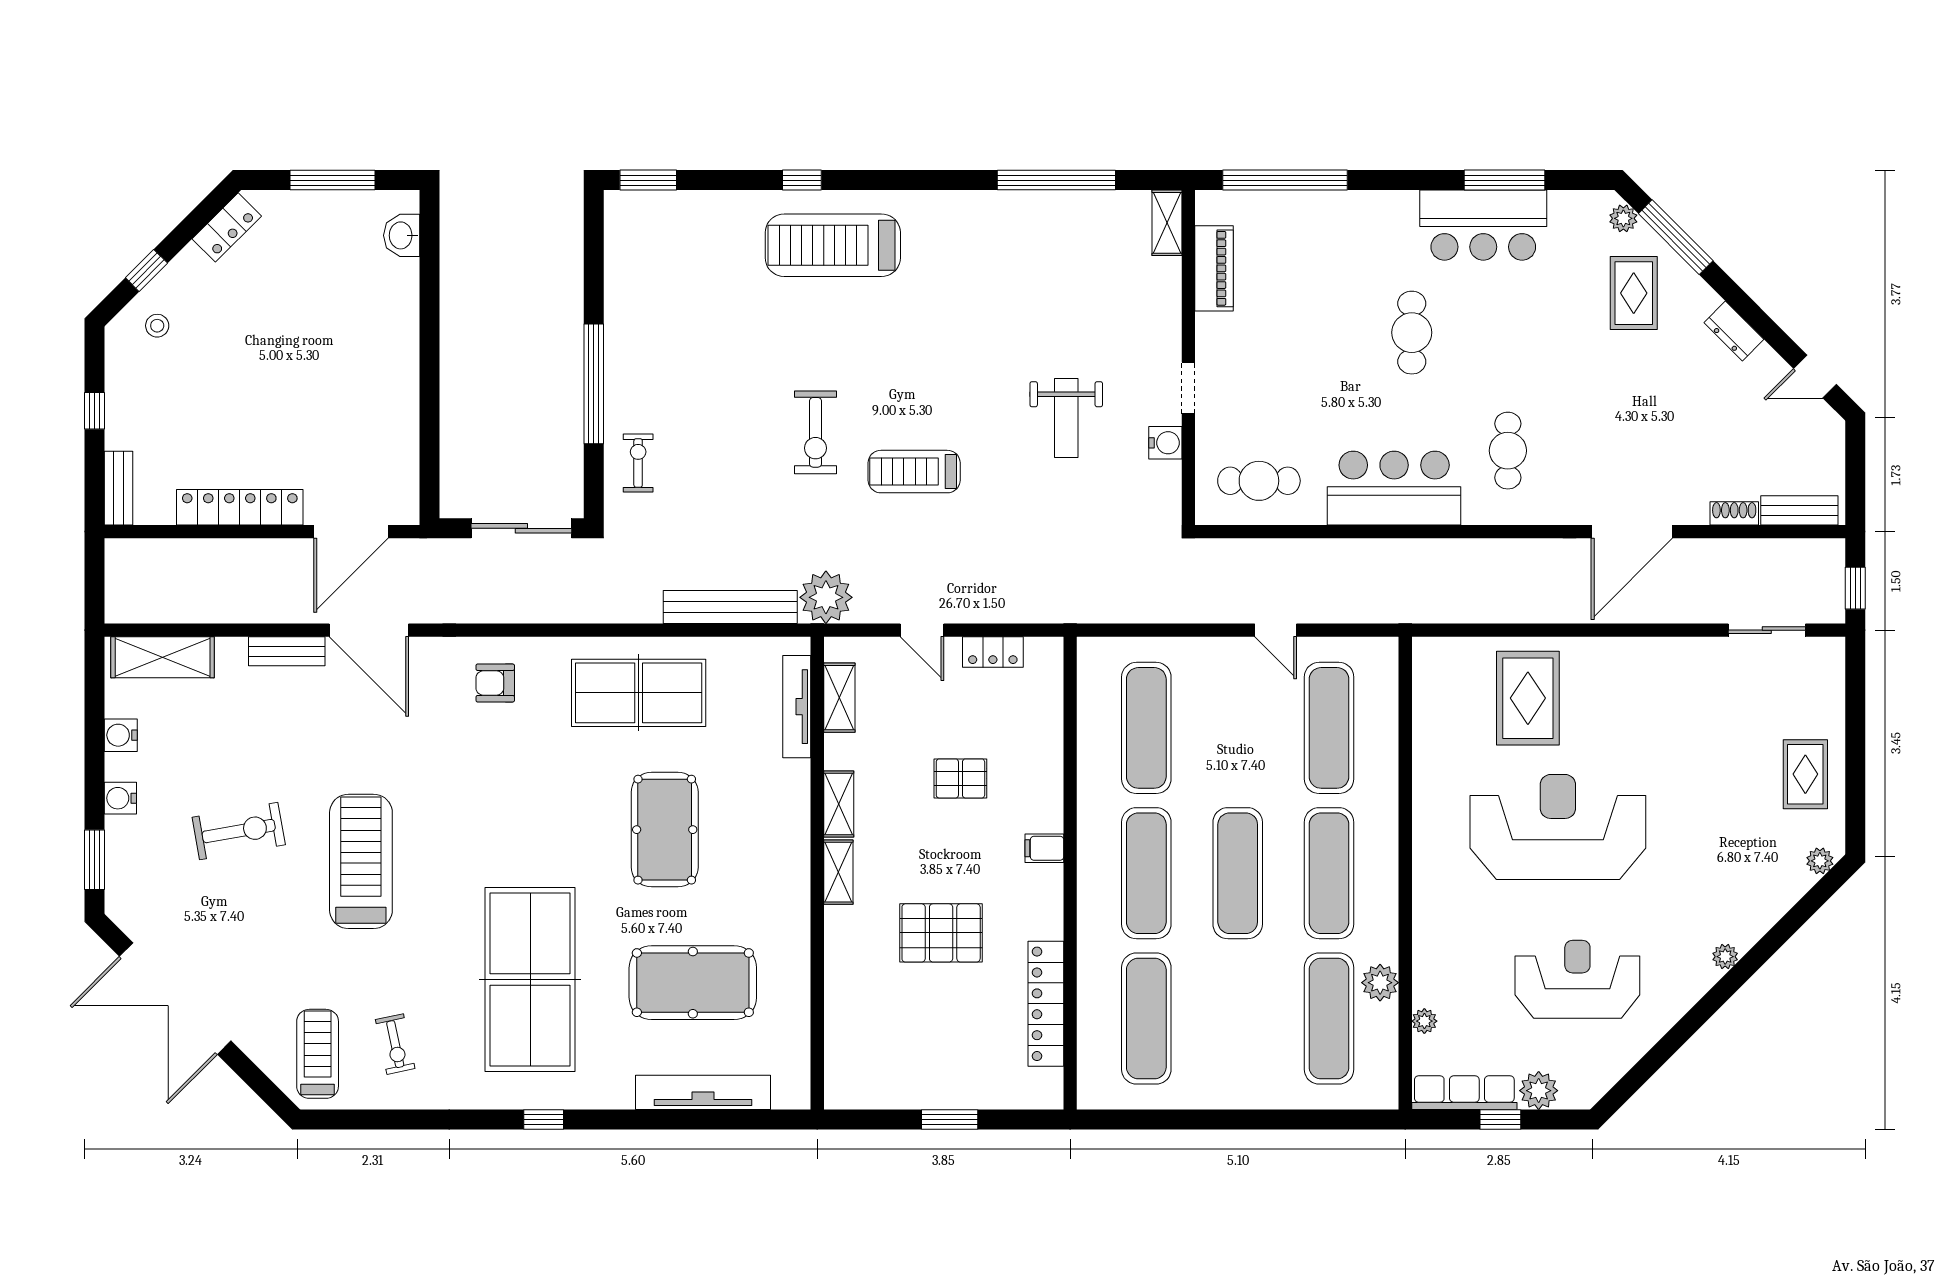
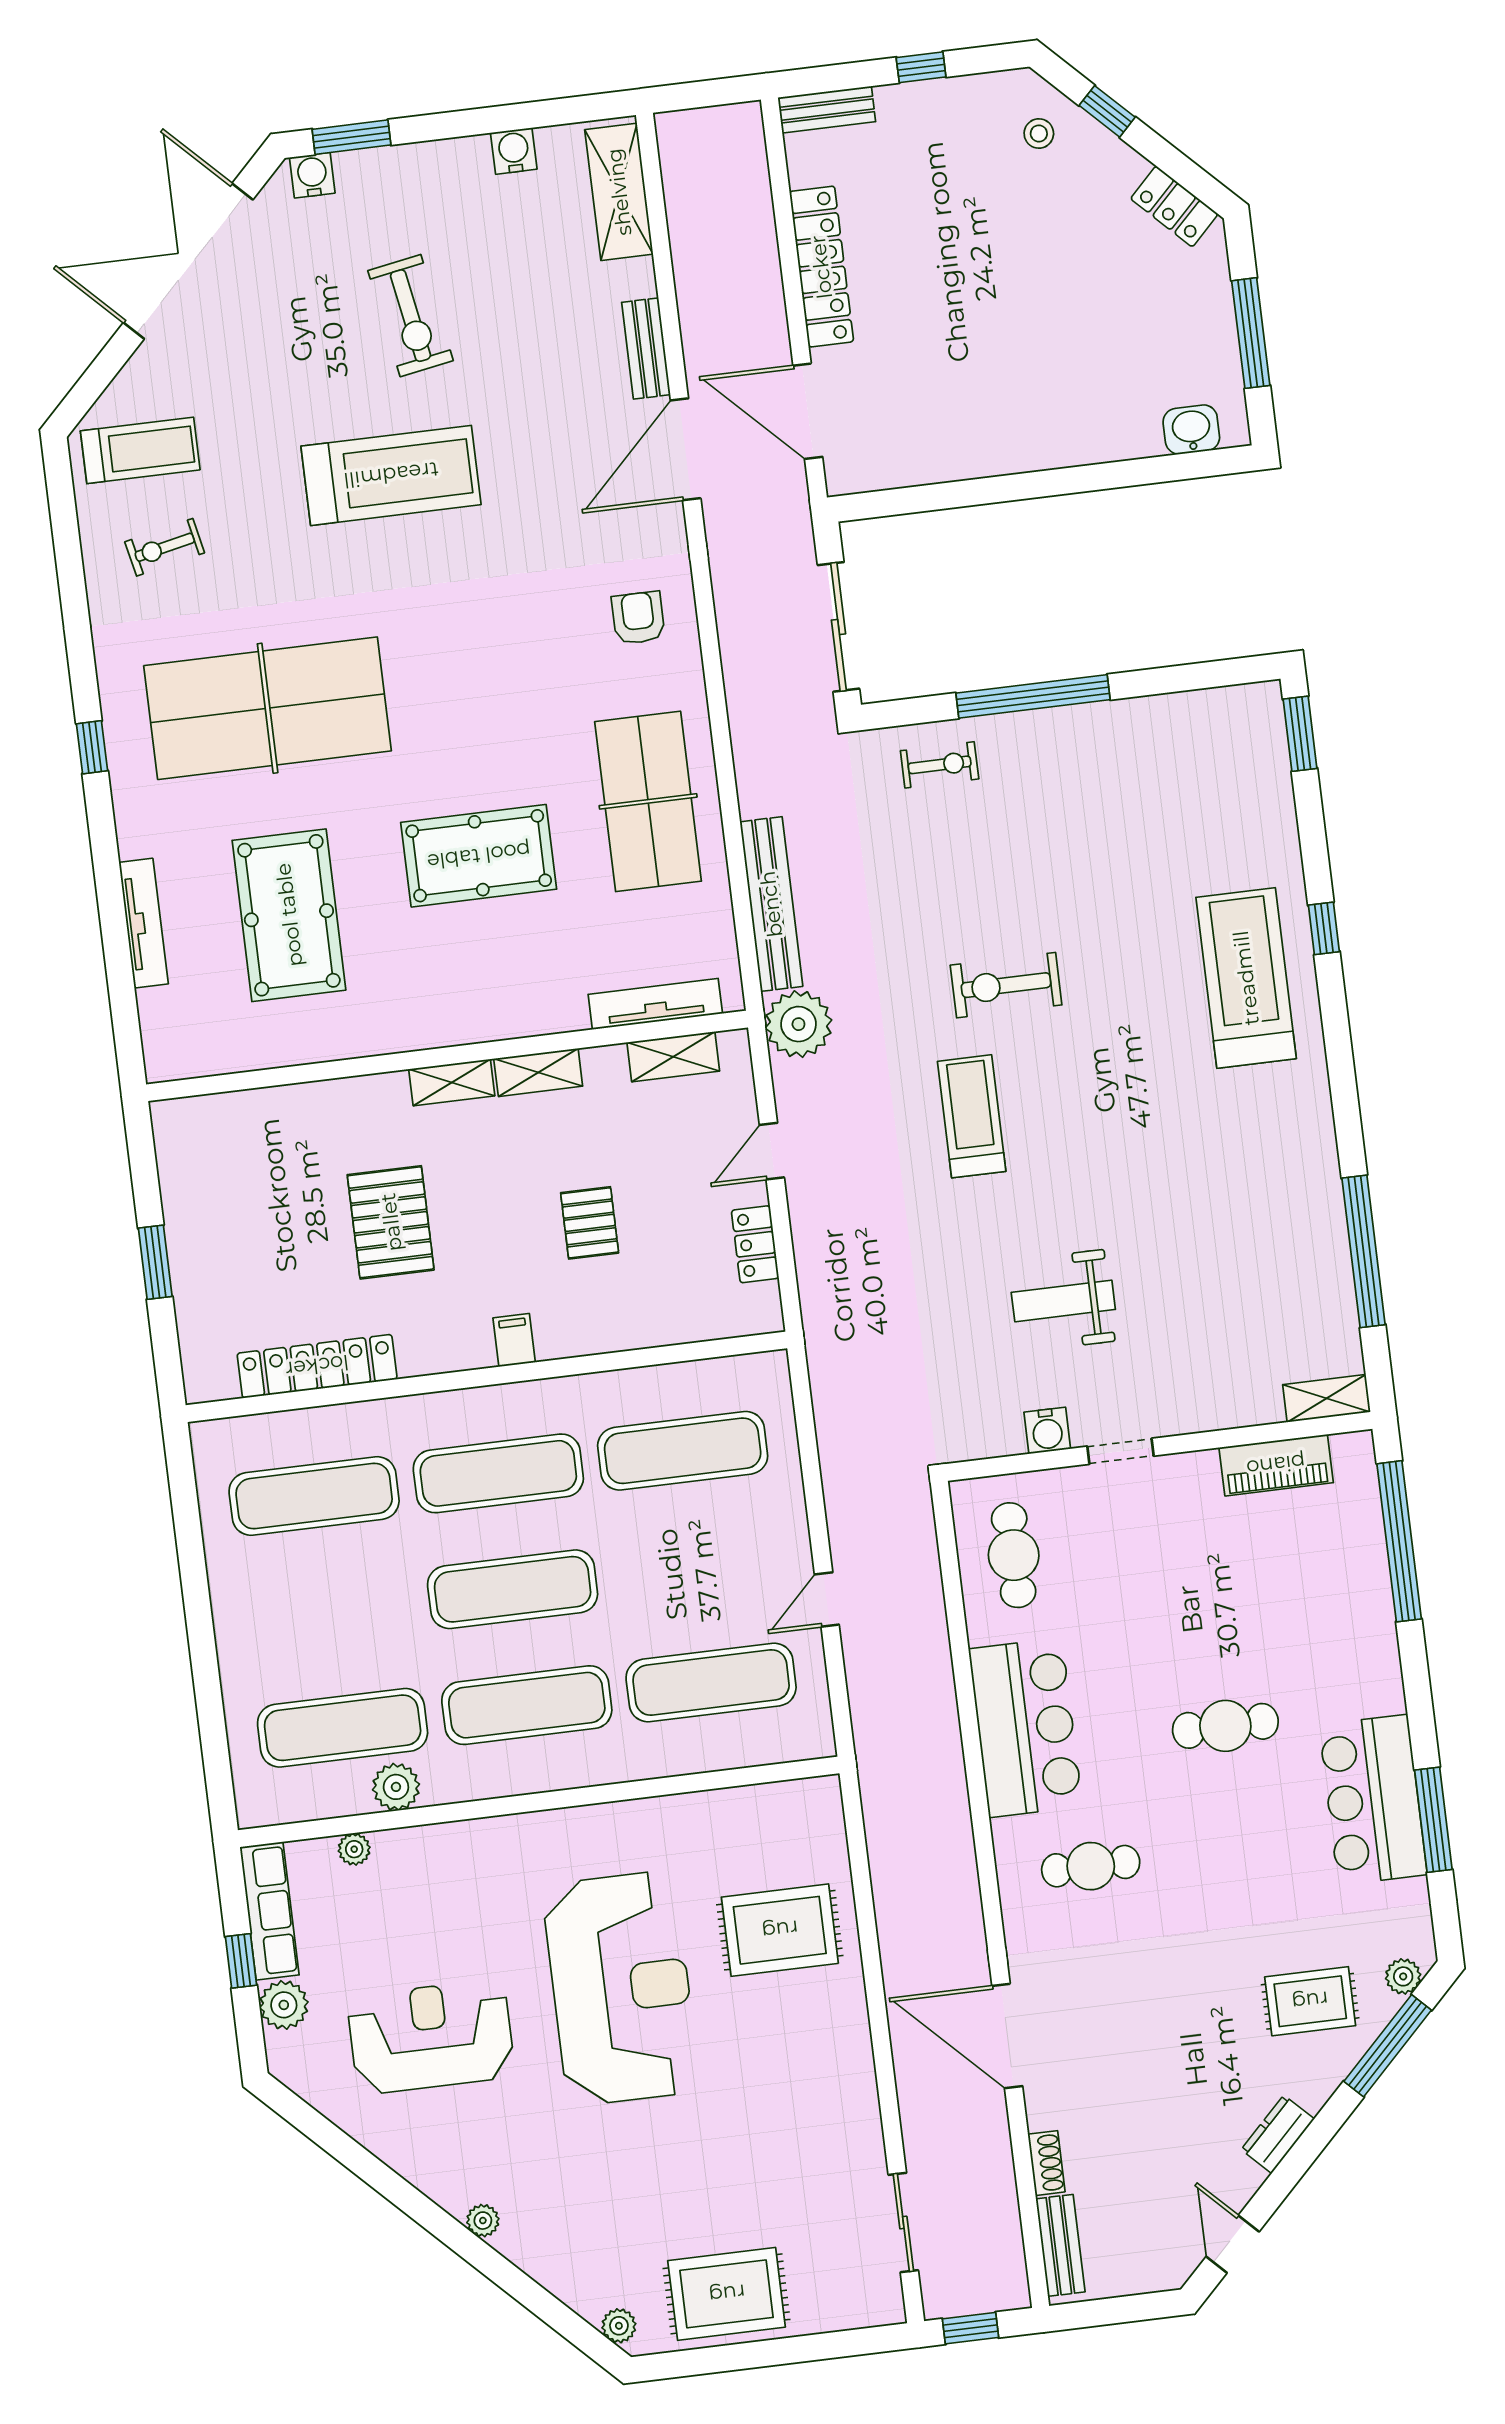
rug: (1805, 774) -> (727, 2294), width x1.36, depth x1.43
water cooler: (120, 798) -> (312, 175), moved
reception desk: (1577, 979) -> (431, 2037), turned -90
tv unit: (703, 1092) -> (144, 923), width x0.73, depth x0.78

